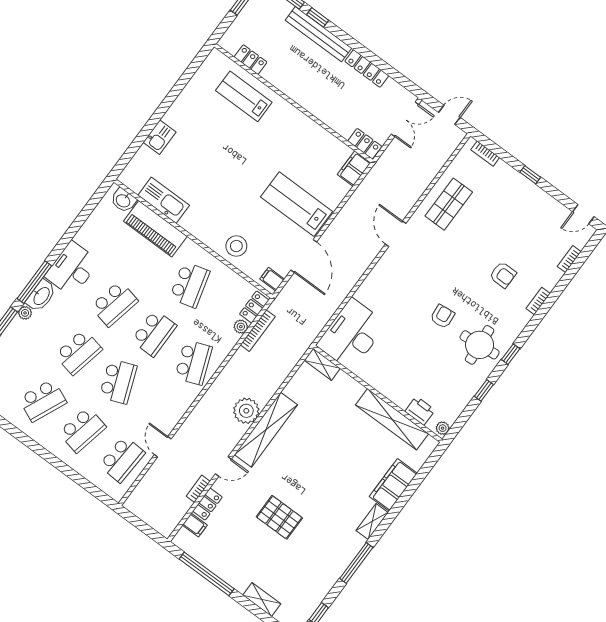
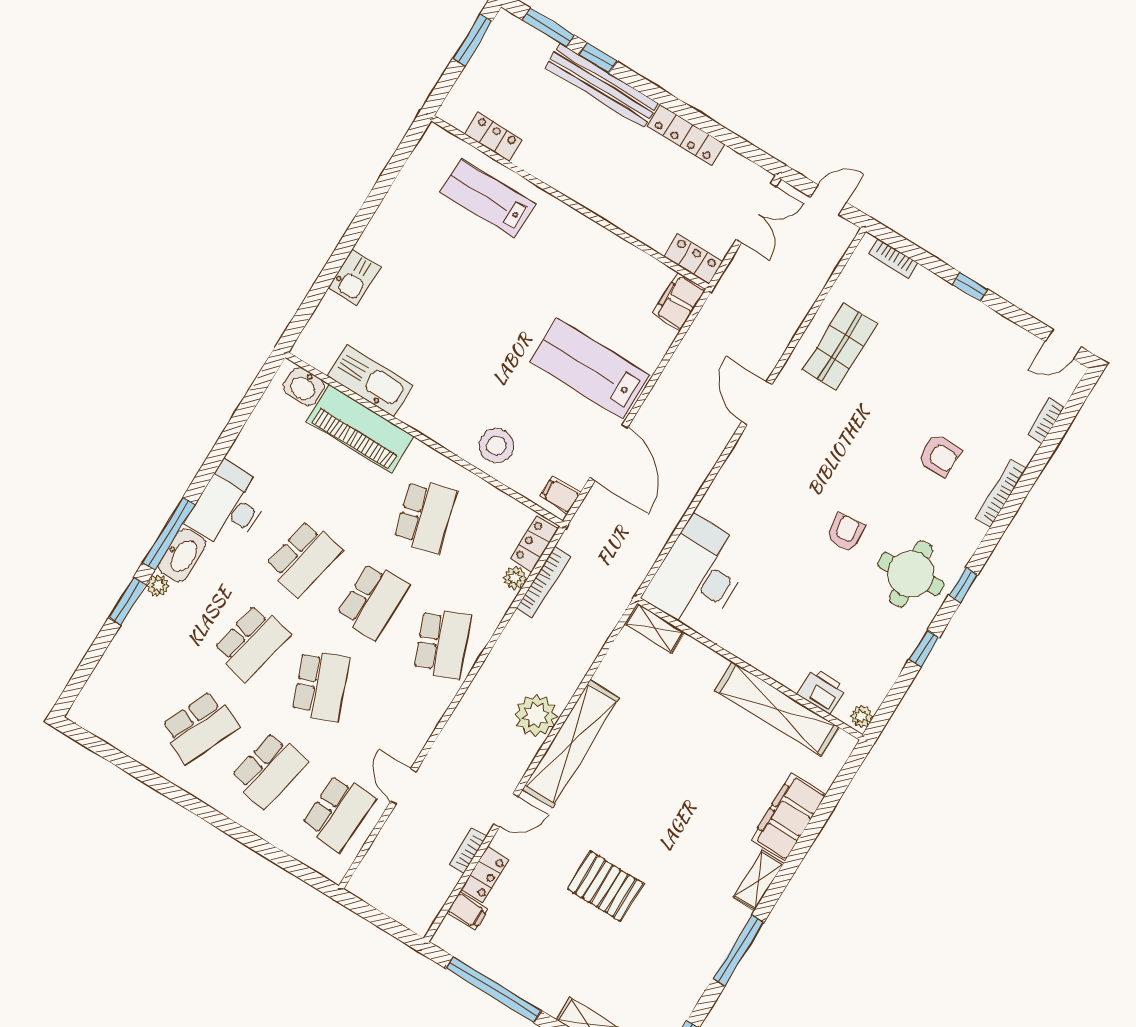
bookcase: (538, 301) -> (1001, 494), width x1.56

